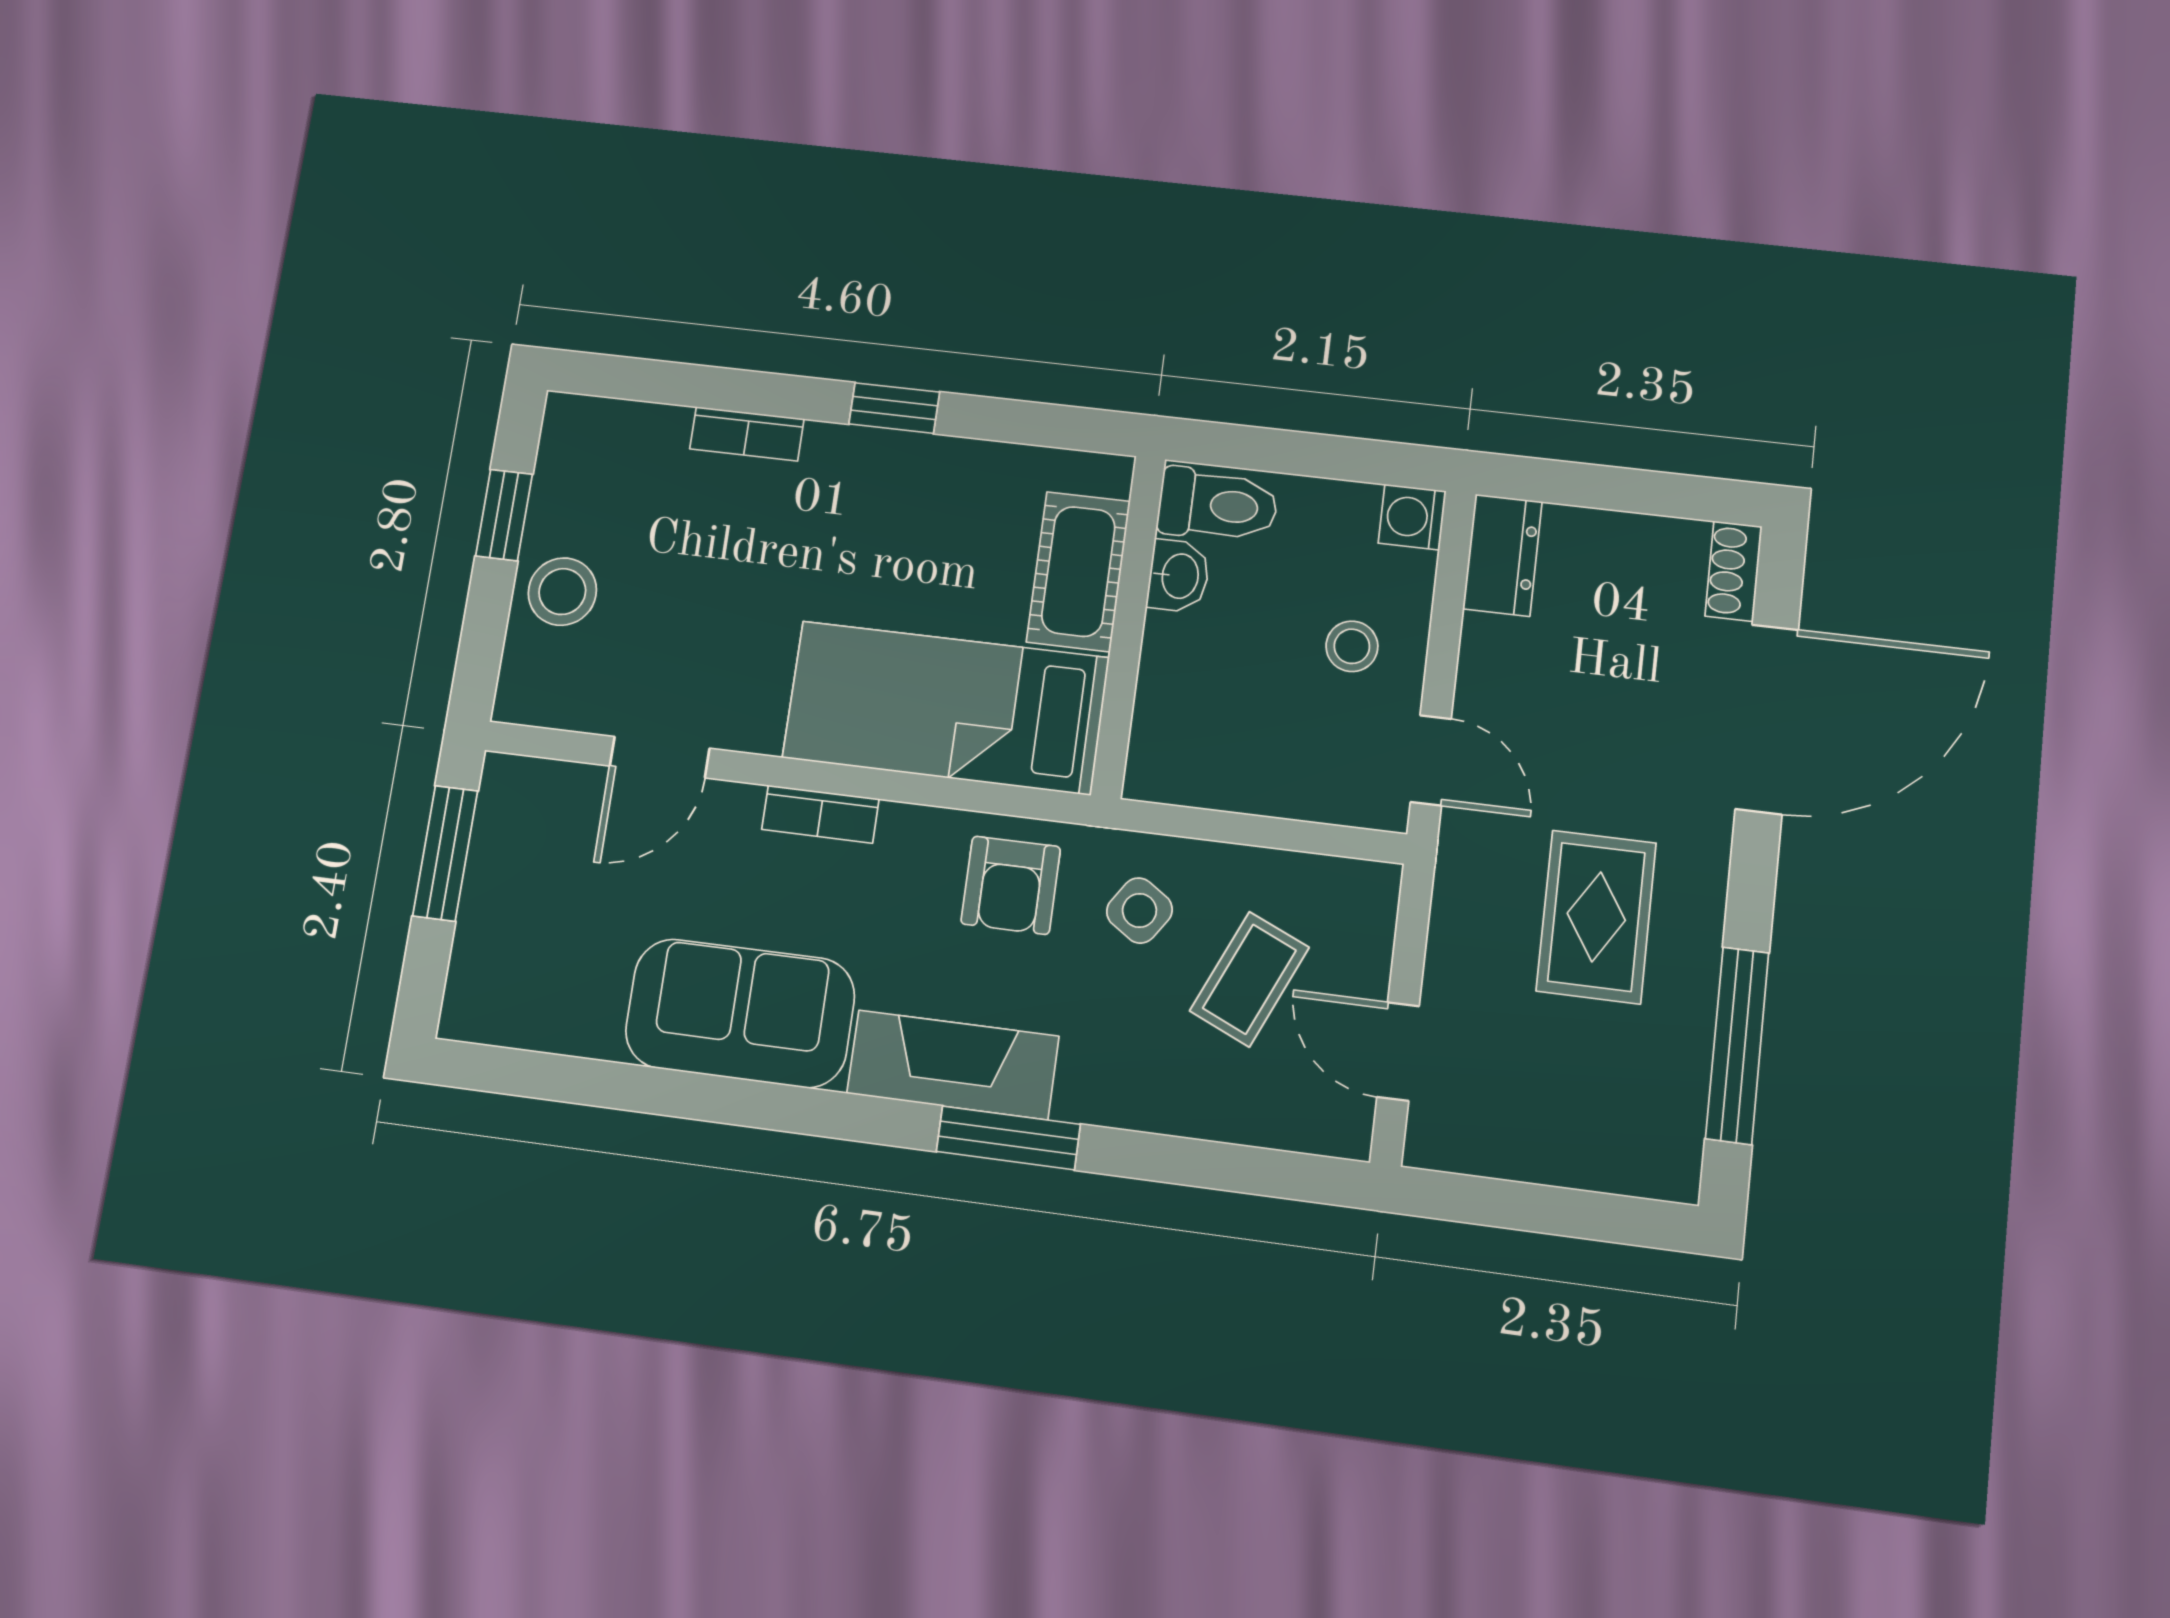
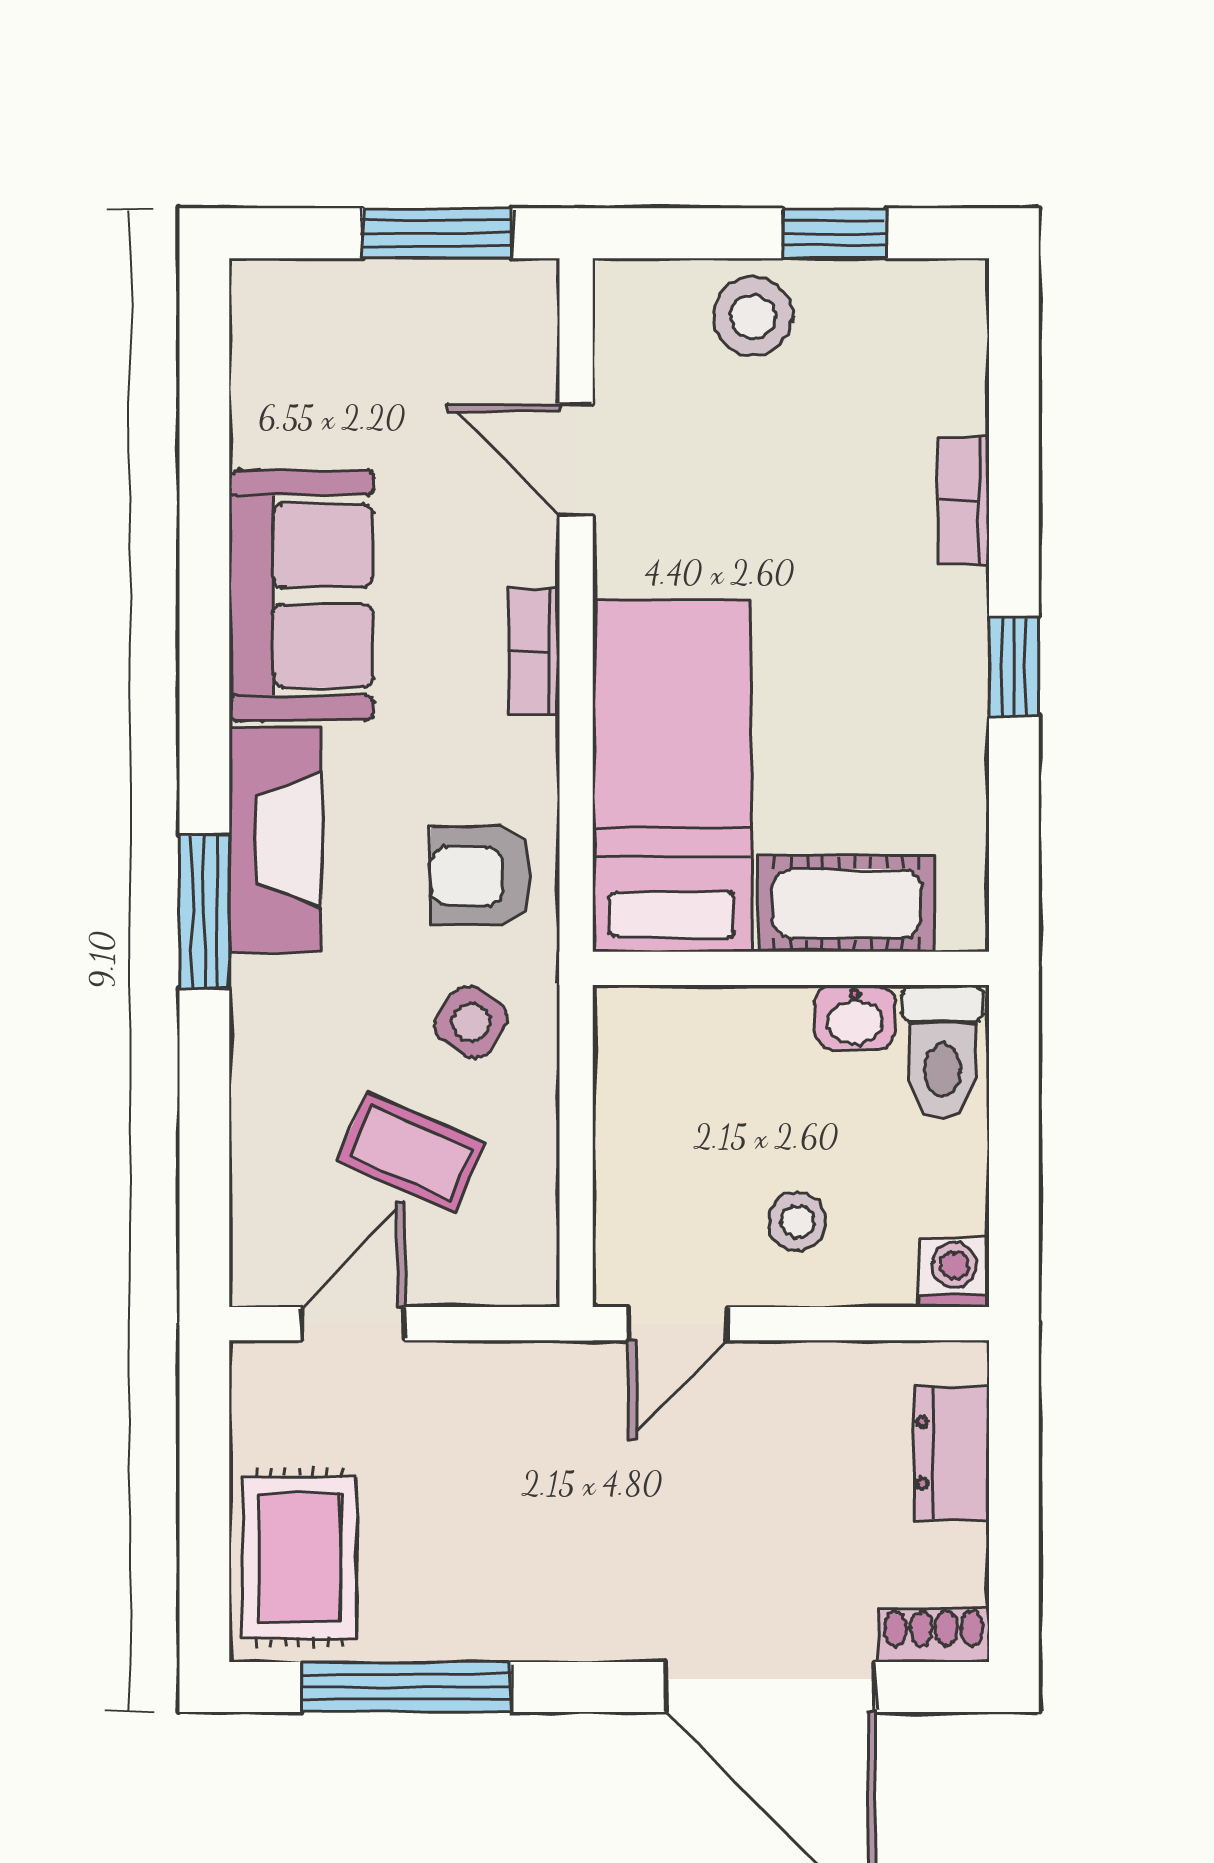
dresser: (1502, 555) -> (951, 1453), moved, turned 90
rug: (1596, 917) -> (299, 1558), moved, turned 90

